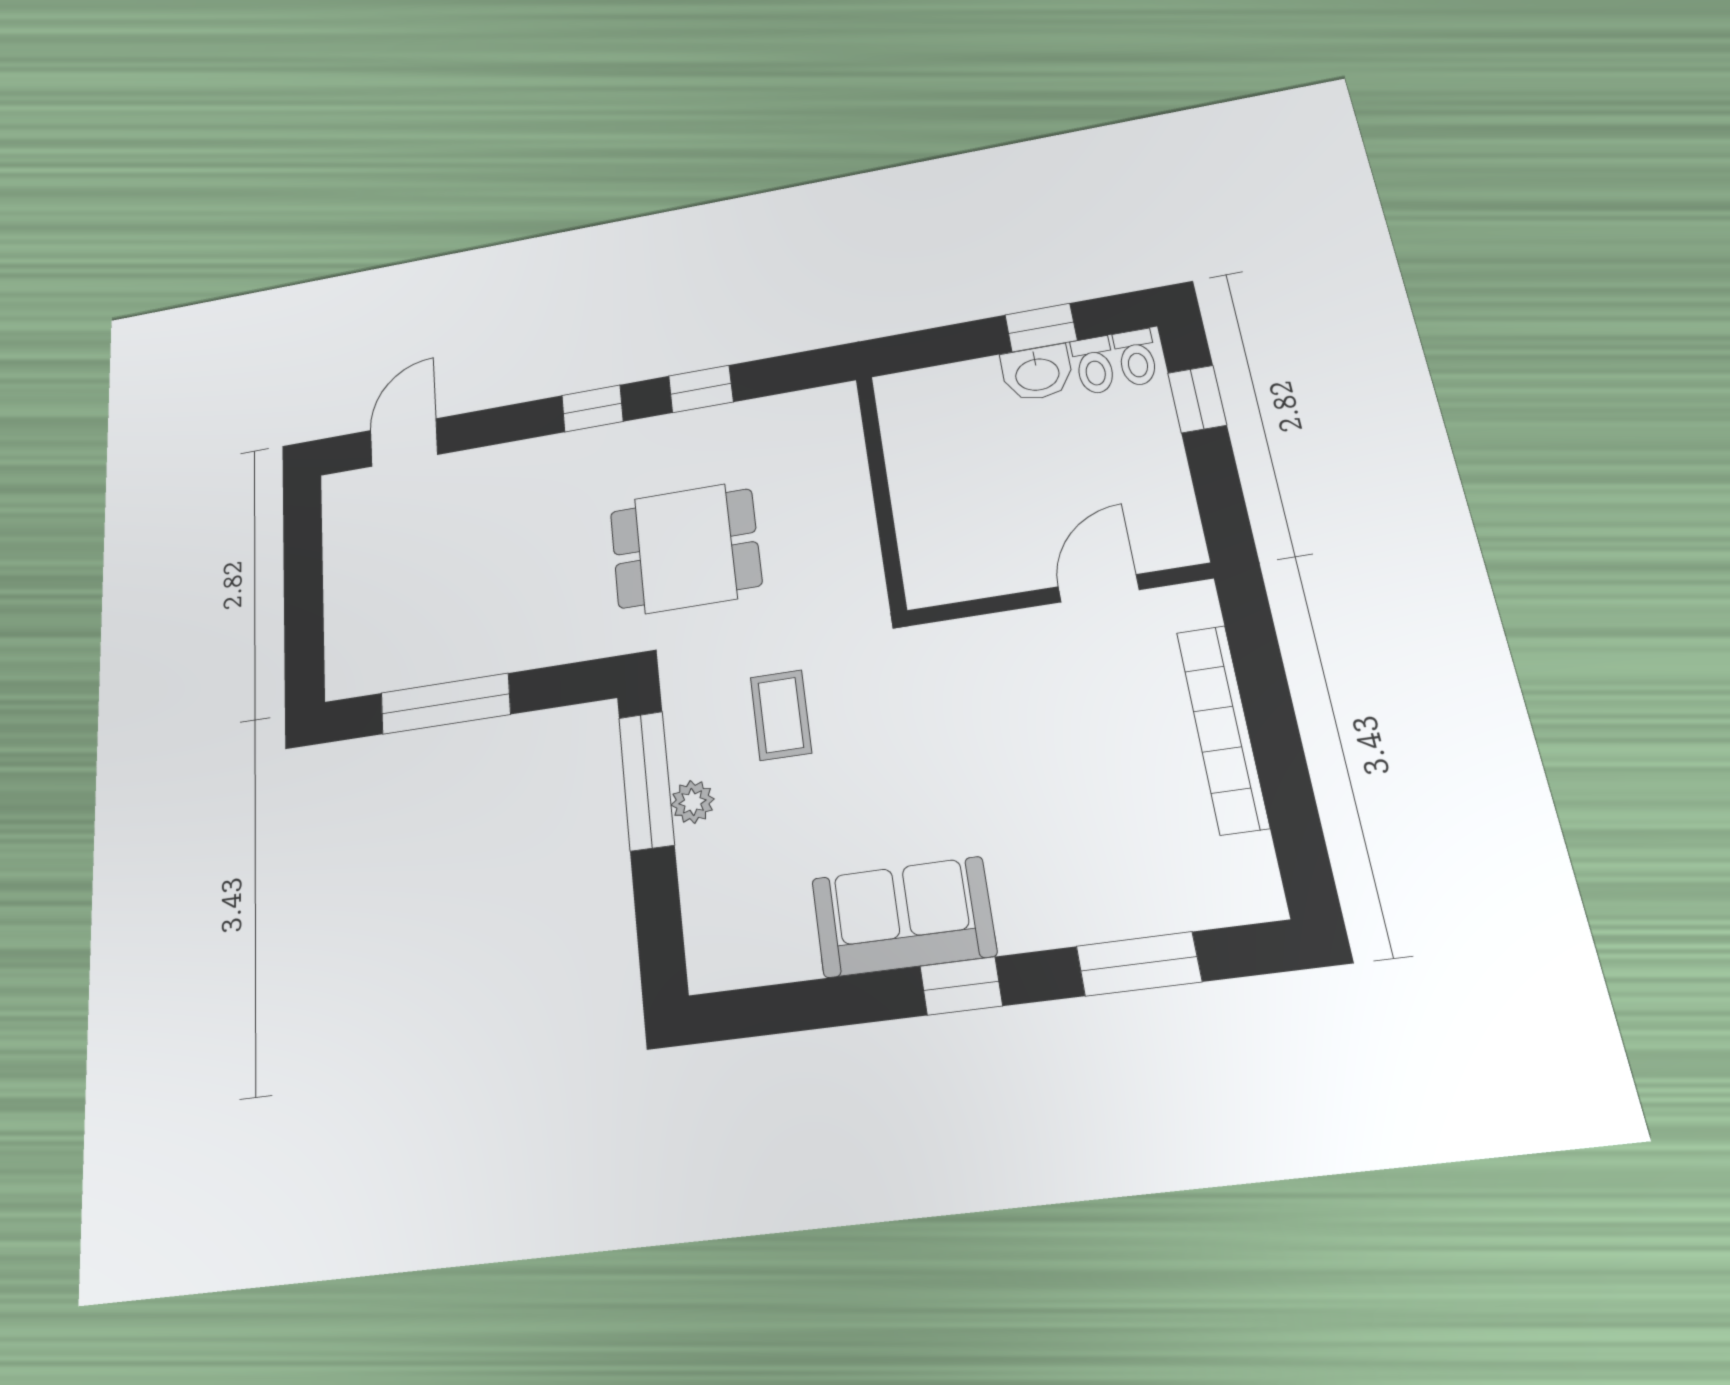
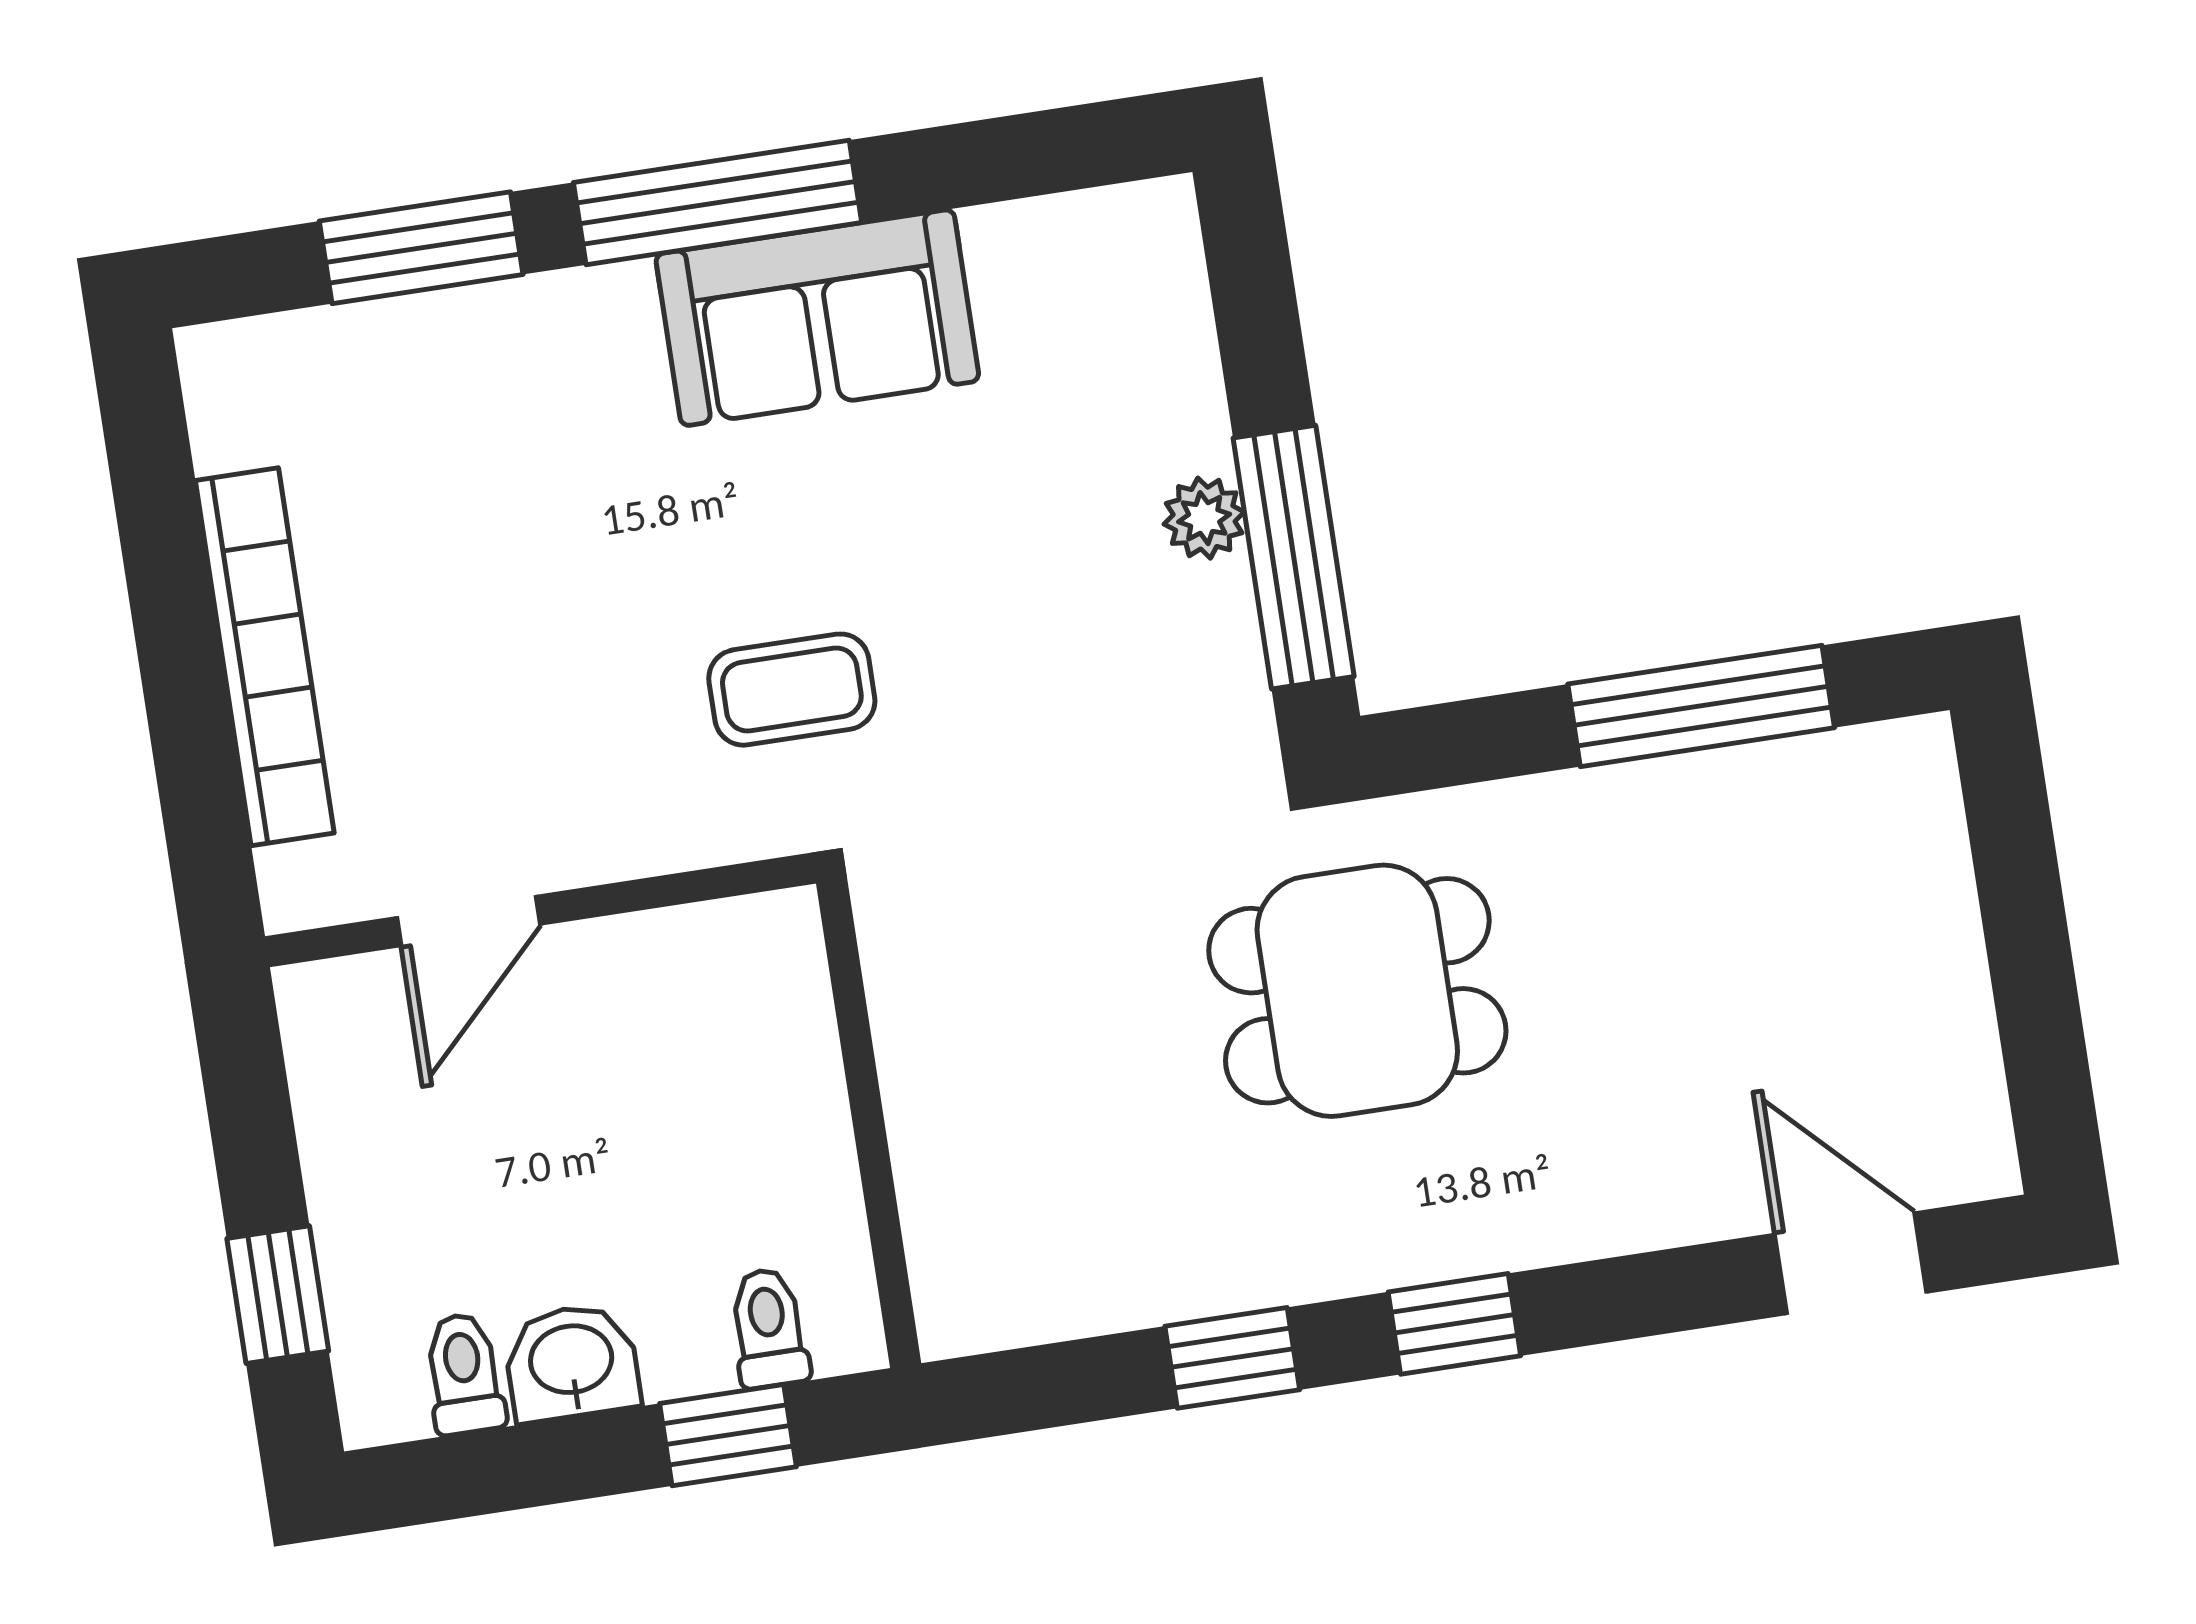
window: (1041, 328) -> (728, 1435), moved
toilet: (1136, 358) -> (769, 1328), moved
door: (404, 442) -> (1851, 1263), swing flipped
dining table: (685, 548) -> (1357, 991), moved
coffee table: (781, 715) -> (792, 690), moved, turned 90
window: (961, 986) -> (718, 202), width x2.17

